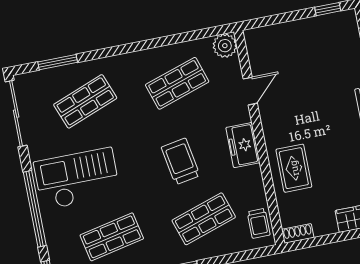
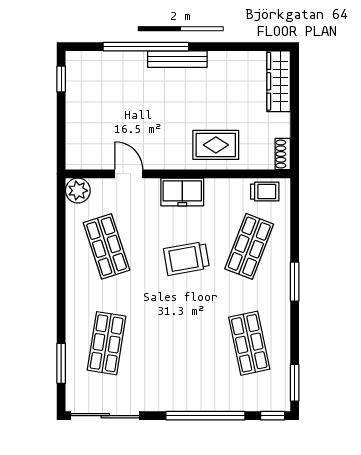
shop shelf: (85, 101) -> (107, 343), turned 30
checkout: (77, 179) -> (183, 367), removed
shop shelf: (204, 219) -> (249, 246), turned 39

